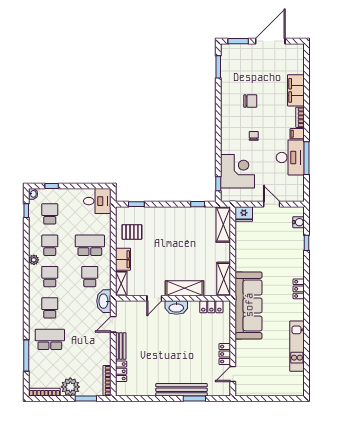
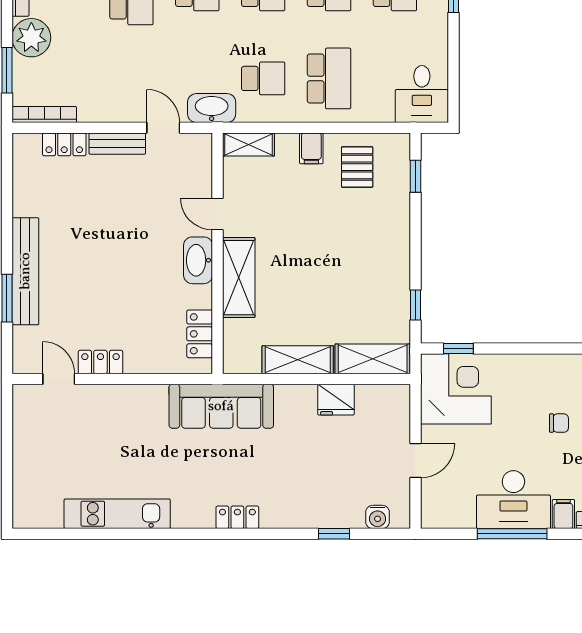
corner desk: (237, 171) -> (456, 389), moved, turned -90
fridge: (244, 214) -> (336, 400), moved, turned -90
filing cabinet: (123, 259) -> (311, 148), width x0.50
shelving: (224, 279) -> (298, 360), moved
sofa: (249, 305) -> (221, 406), width x0.74, depth x0.79

